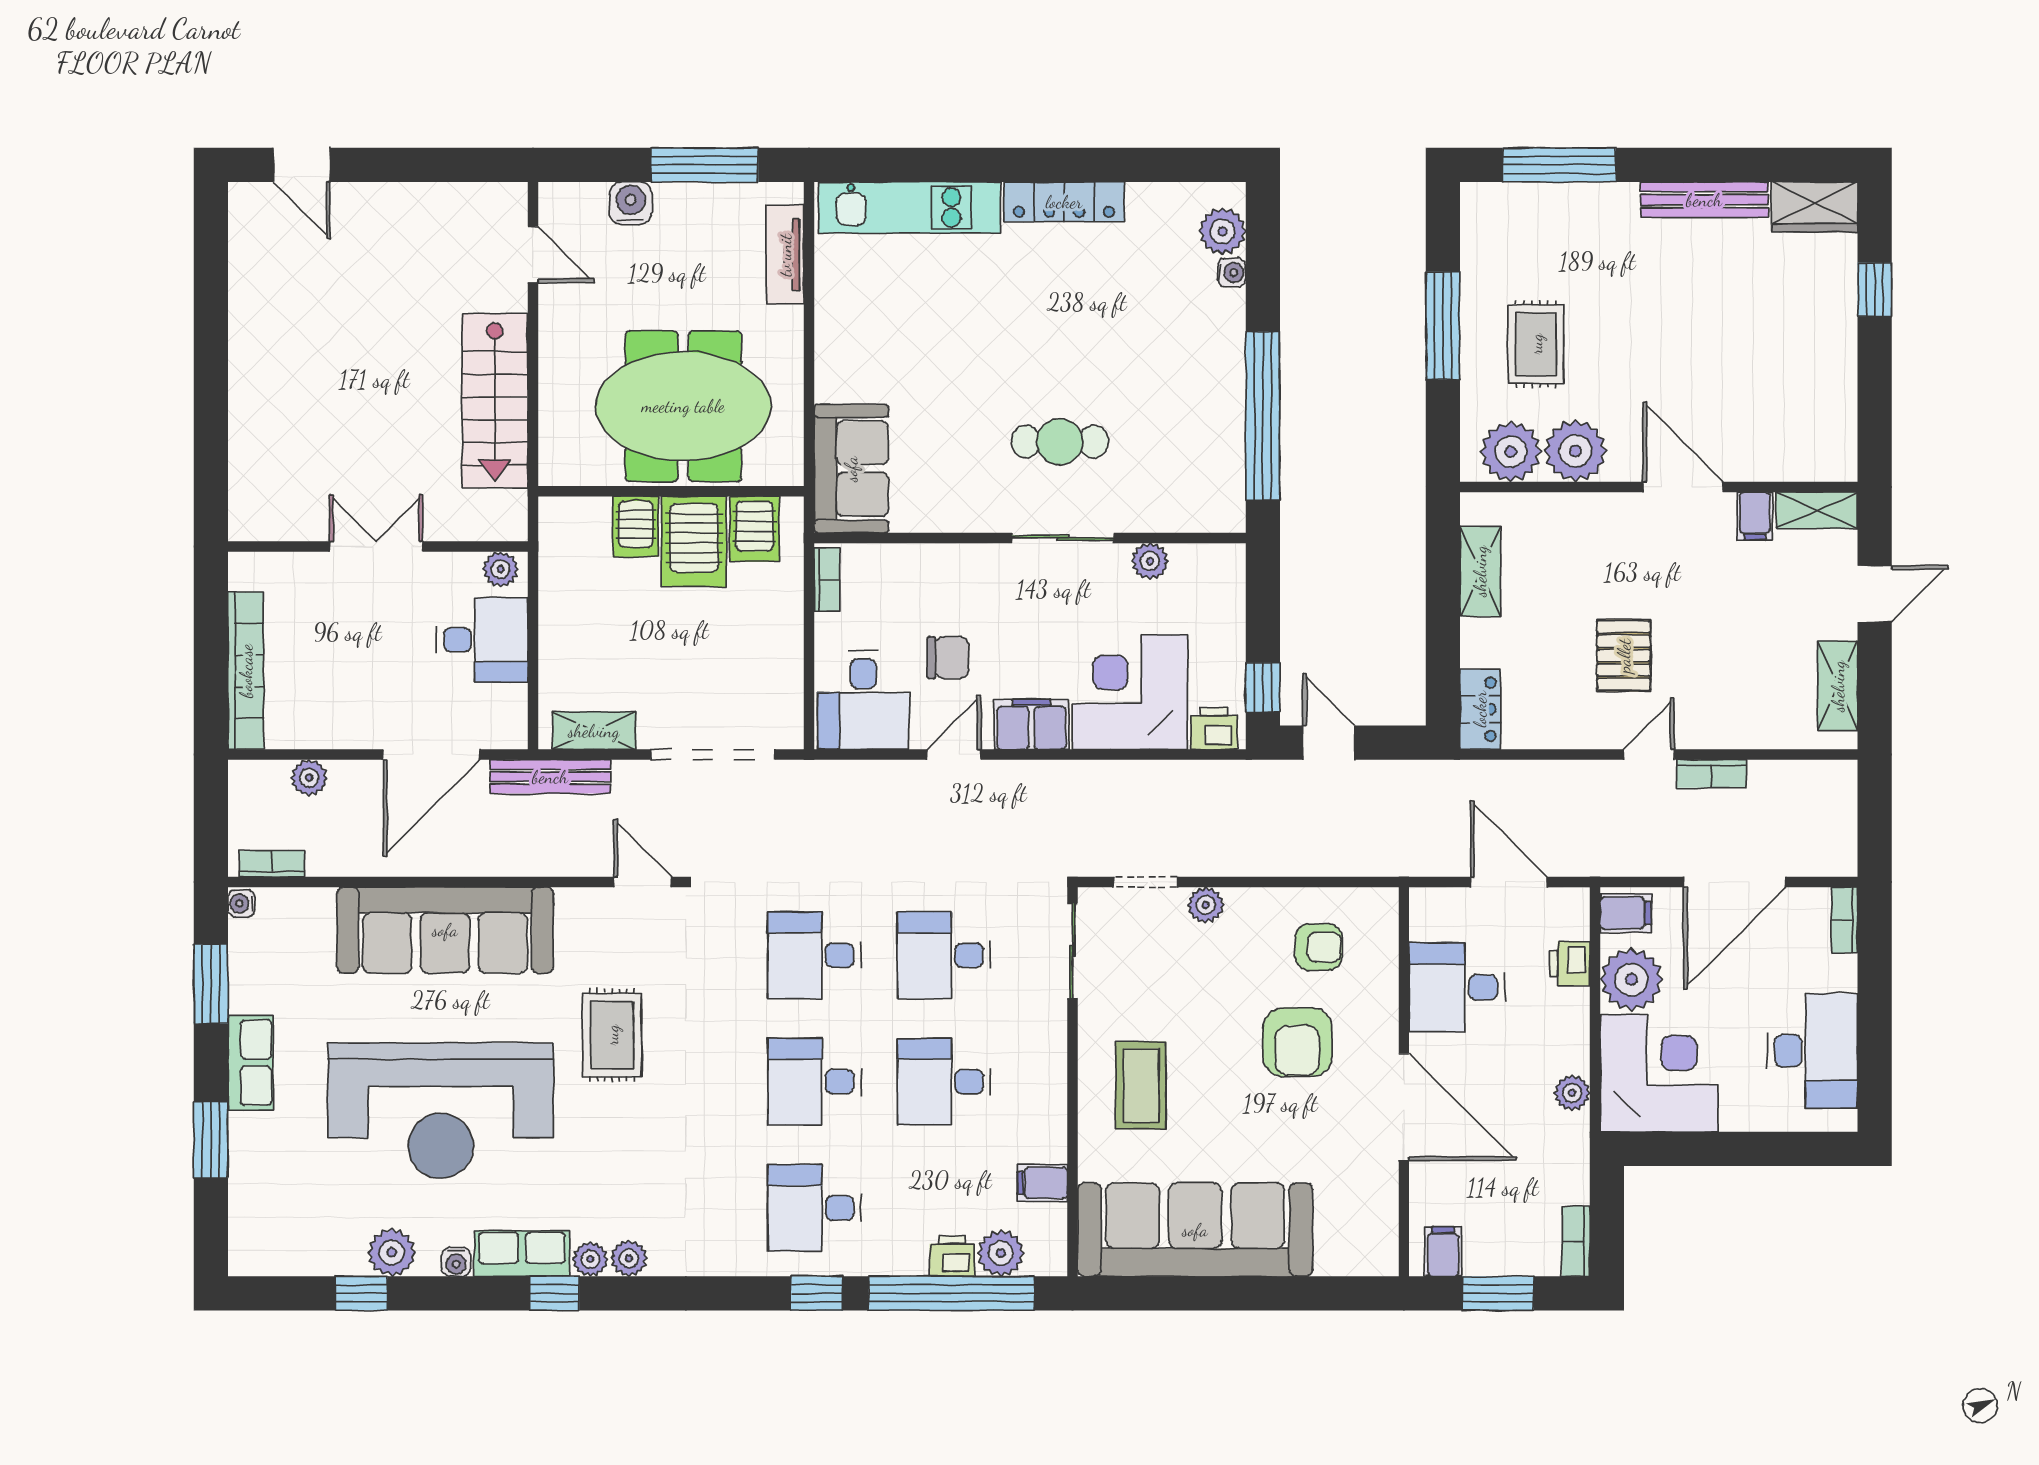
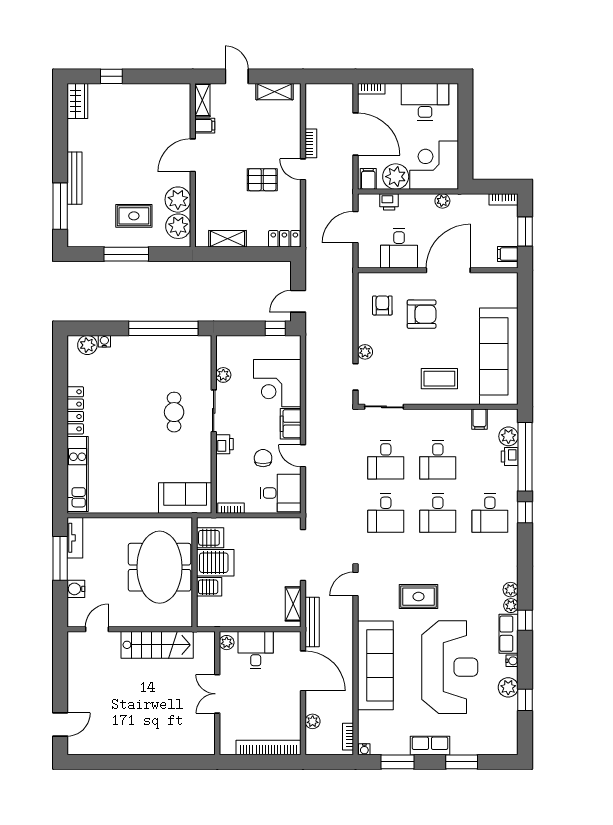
bench: (1704, 200) -> (74, 178), moved
tv unit: (785, 255) -> (75, 538), moved, turned -90
printer: (1214, 728) -> (225, 444), moved, turned 180

